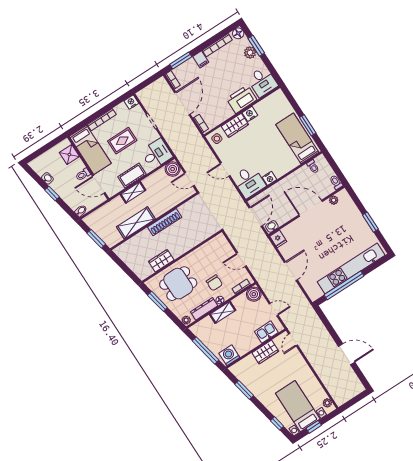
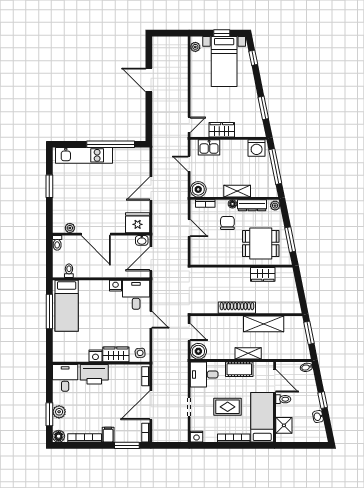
window: (308, 125) -> (49, 311), width x1.44
fridge: (278, 239) -> (138, 223), width x1.88, depth x1.34
kitchen unit: (351, 268) -> (84, 155), width x0.73

